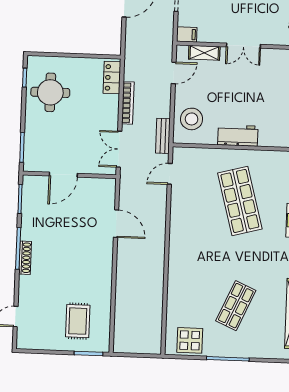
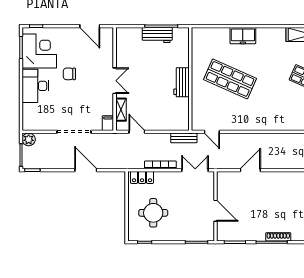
round table: (50, 92) -> (153, 213), moved
stool: (192, 119) -> (171, 117), removed
double door: (119, 149) -> (195, 170), swing flipped
shop shelf: (240, 201) -> (230, 79), turned 39

